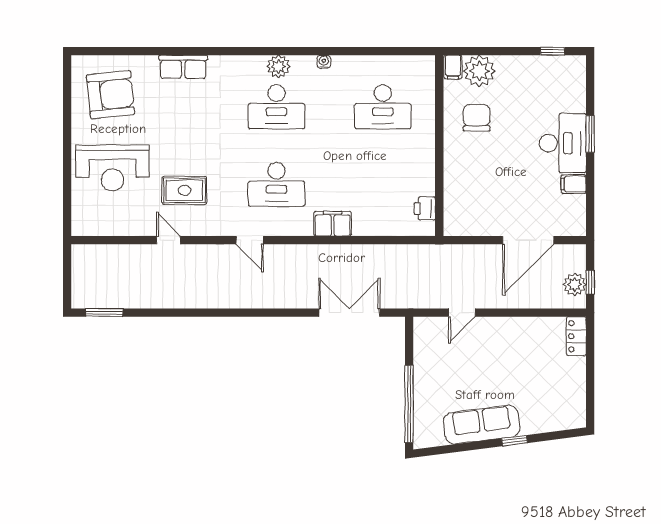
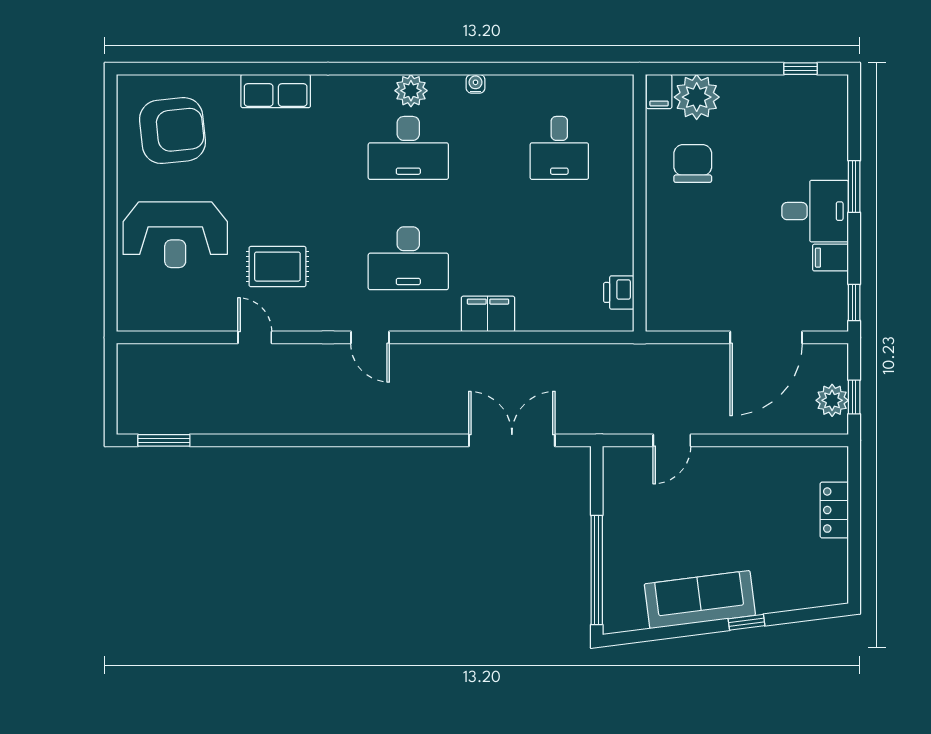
desk: (383, 107) -> (559, 148), width x0.73
desk: (563, 143) -> (815, 211), width x0.73
window: (590, 216) -> (854, 302), added
locker: (576, 336) -> (834, 510), moved

